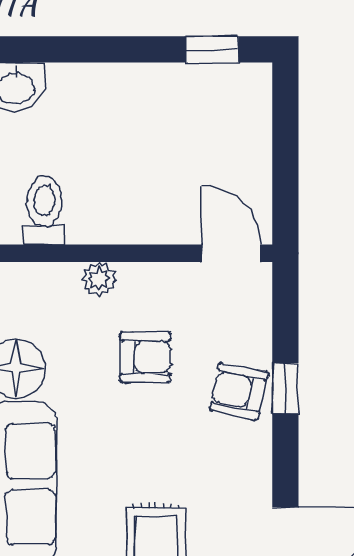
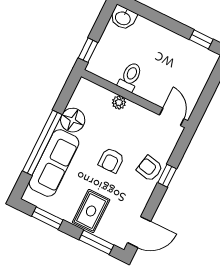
toilet: (44, 210) -> (130, 77), moved
armchair: (146, 357) -> (111, 160), moved, turned 90

